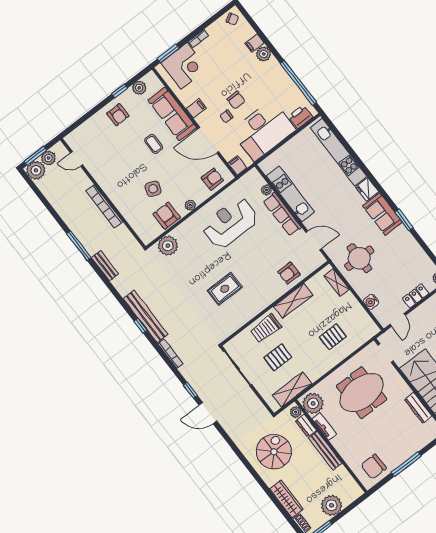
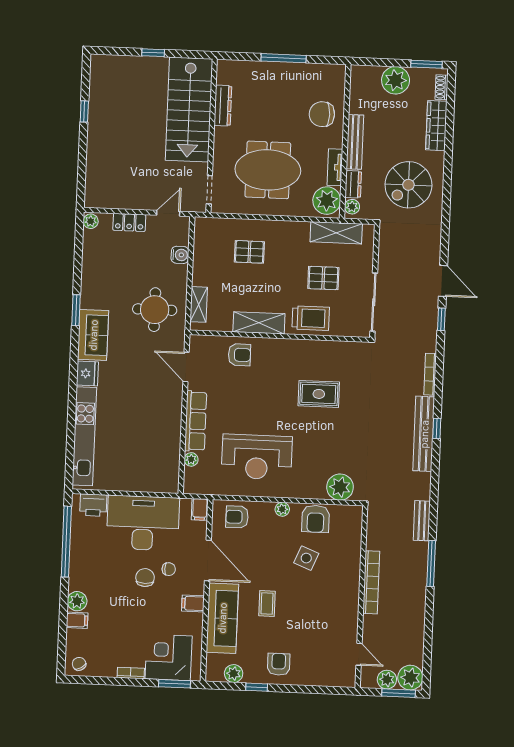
kitchen unit: (290, 194) -> (170, 435), removed
chair: (374, 467) -> (322, 114), moved, turned 180

